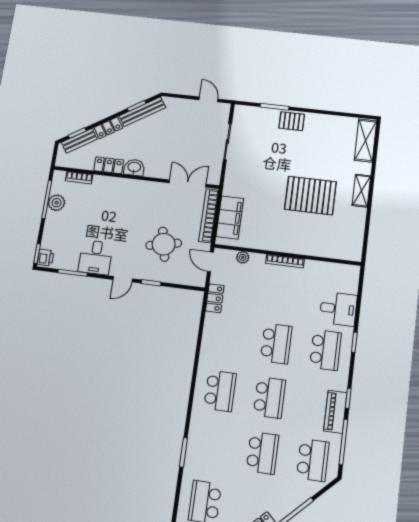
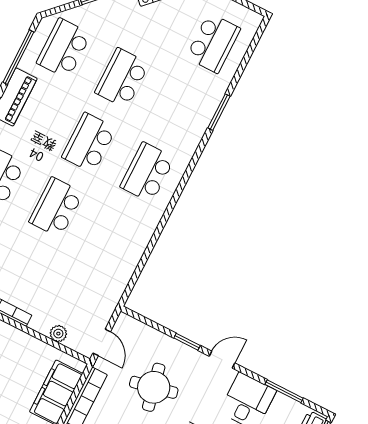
locker: (215, 298) -> (113, 293), removed

